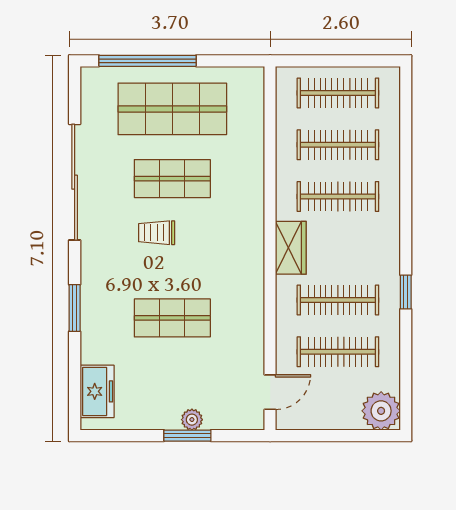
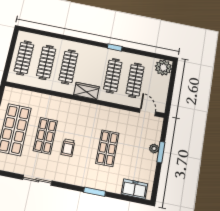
sliding door: (75, 182) -> (37, 180), width x0.54

